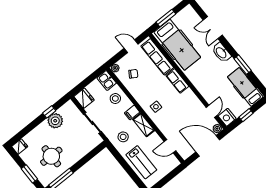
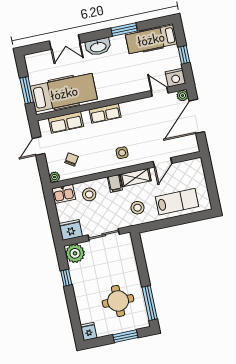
row of seats: (157, 57) -> (66, 122), width x0.68
plant: (55, 121) -> (75, 253), moved
door: (170, 146) -> (163, 162), moved

